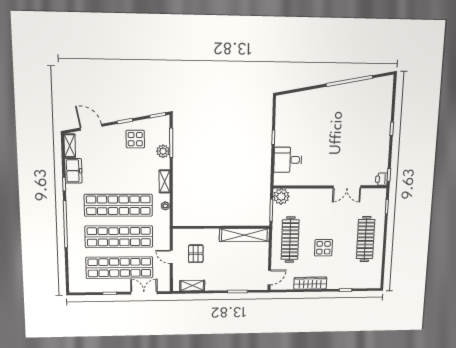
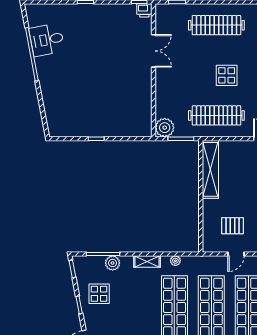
desk: (288, 160) -> (47, 40), moved, turned 79

